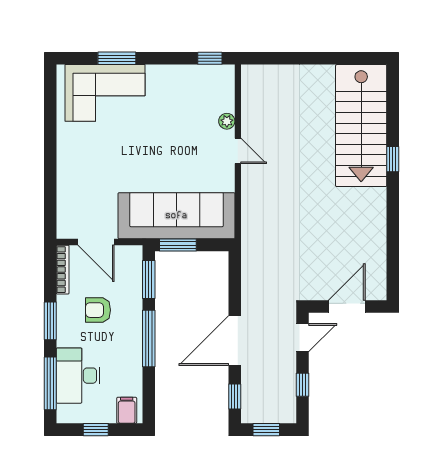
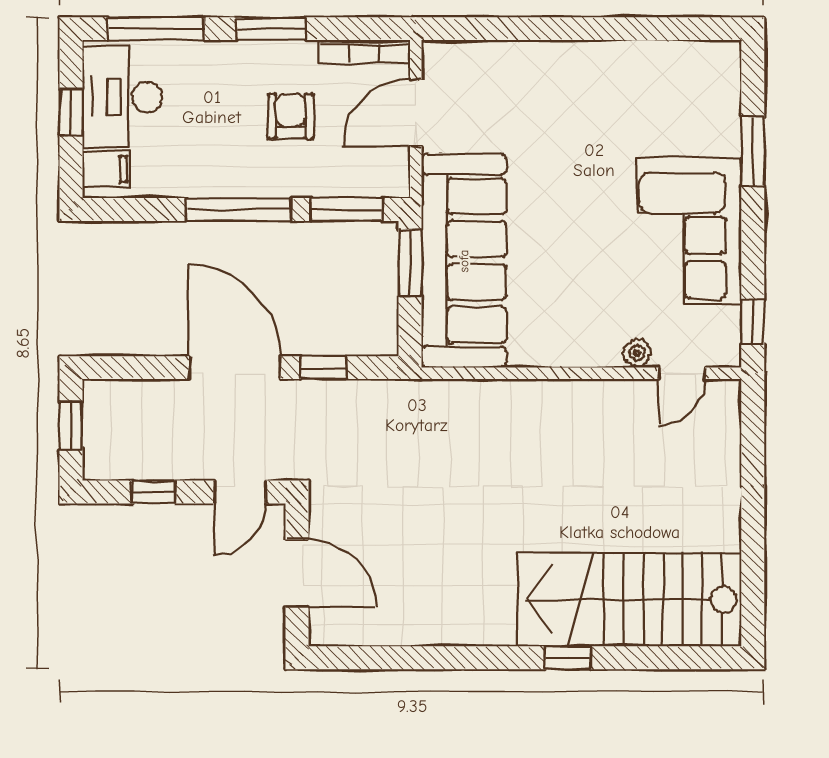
corner sofa: (105, 93) -> (689, 231), moved
door: (238, 151) -> (682, 373), moved
door: (303, 338) -> (240, 492), hinge flipped
desk: (78, 376) -> (122, 97), moved, turned -90
window: (235, 396) -> (323, 368), moved

